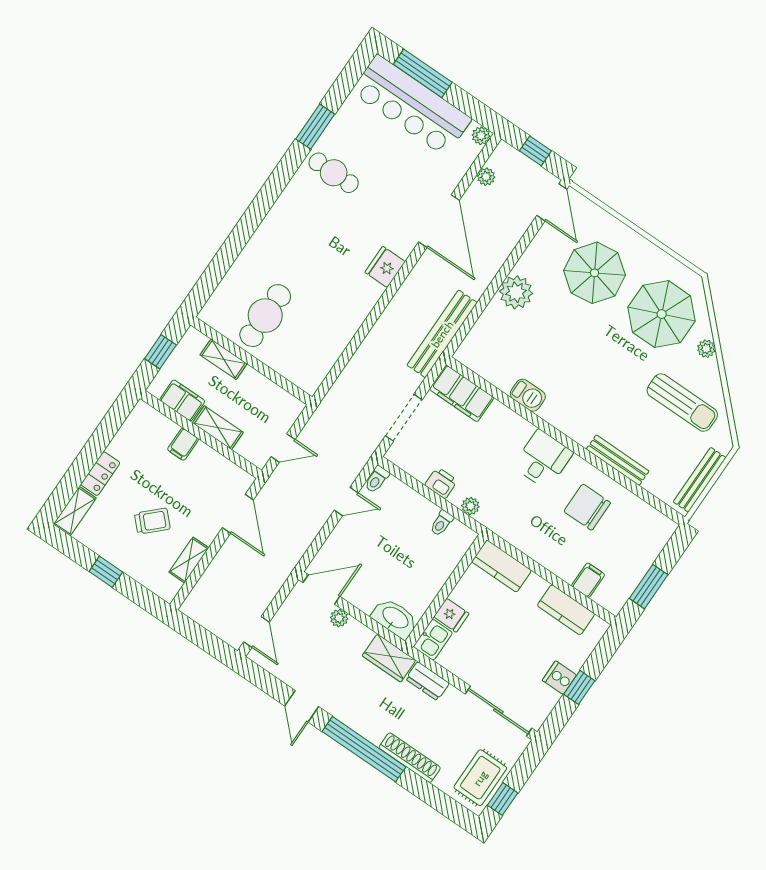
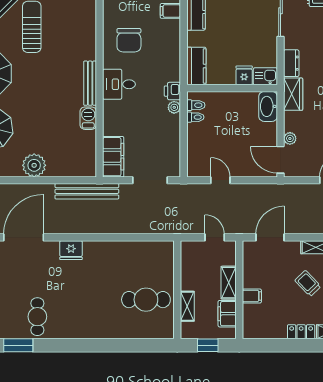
bench: (618, 460) -> (90, 83), moved
toilet: (377, 479) -> (196, 105), moved
printer: (441, 483) -> (172, 91), moved

